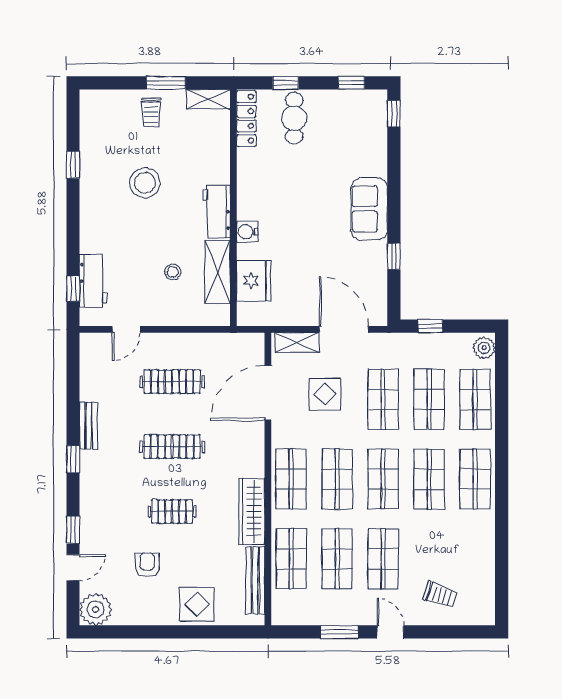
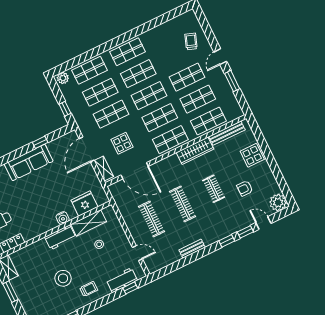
trolley: (151, 112) -> (89, 289), moved
sofa: (369, 209) -> (29, 163), width x1.36
window: (73, 459) -> (227, 241), moved

